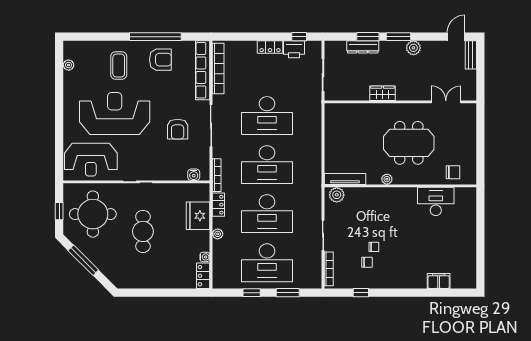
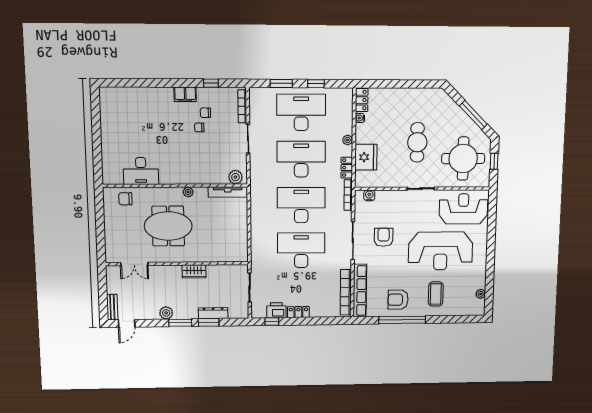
filing cabinet: (439, 281) -> (185, 94), moved

